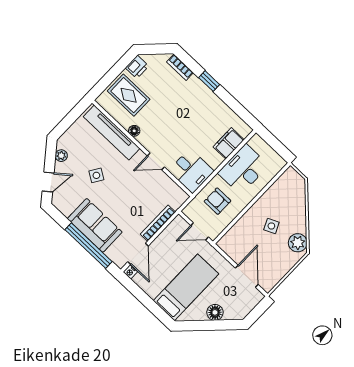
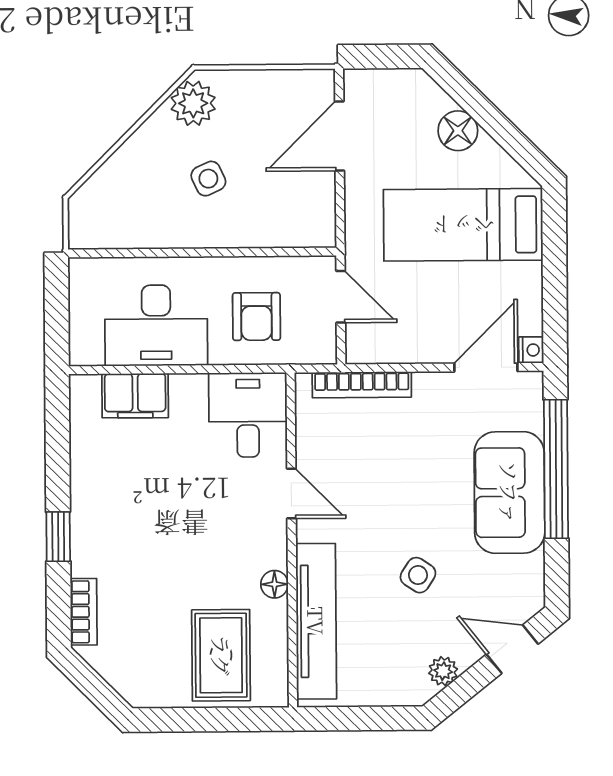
printer: (137, 67) -> (157, 688), removed
bookcase: (158, 223) -> (362, 385), moved

